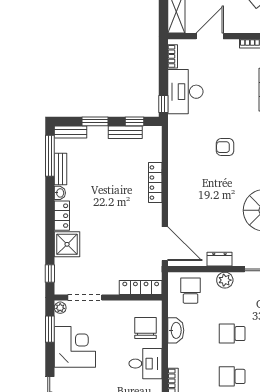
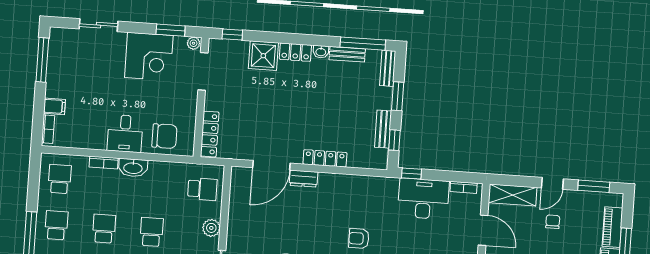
armchair: (225, 147) -> (359, 238), turned -90
door: (165, 244) -> (271, 165), moved
dresser: (219, 259) -> (304, 179), moved, turned 90
washbasin: (176, 330) -> (133, 168), moved

